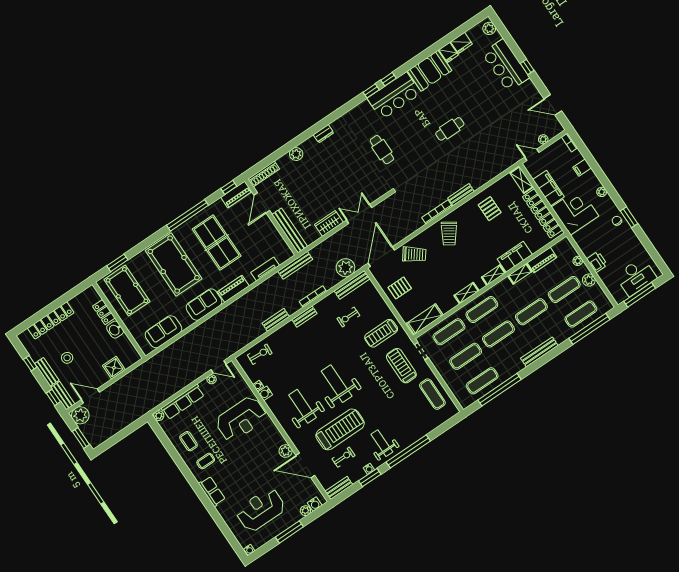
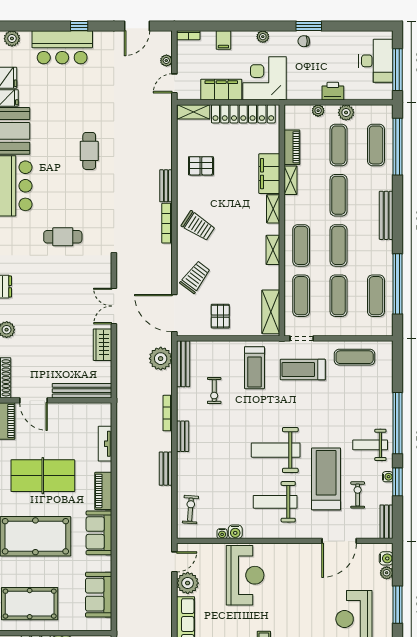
bench: (295, 265) -> (123, 409), removed
plant: (212, 379) -> (188, 583), width x1.88, depth x1.88
plant: (286, 451) -> (310, 551), removed

